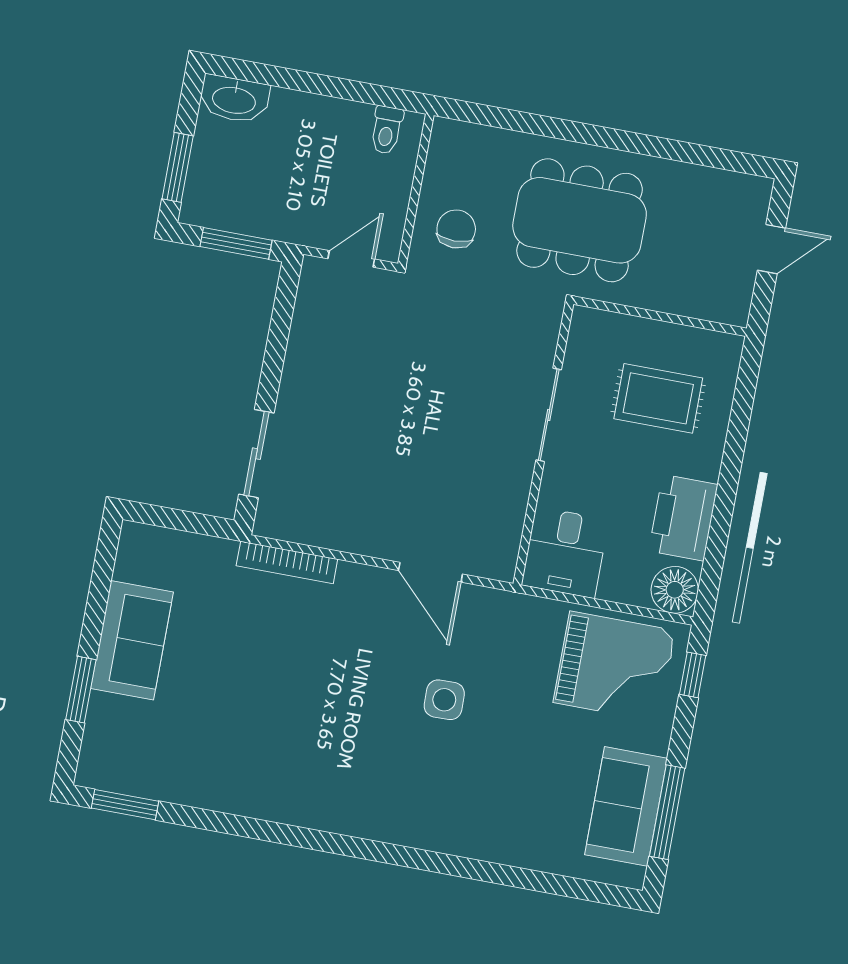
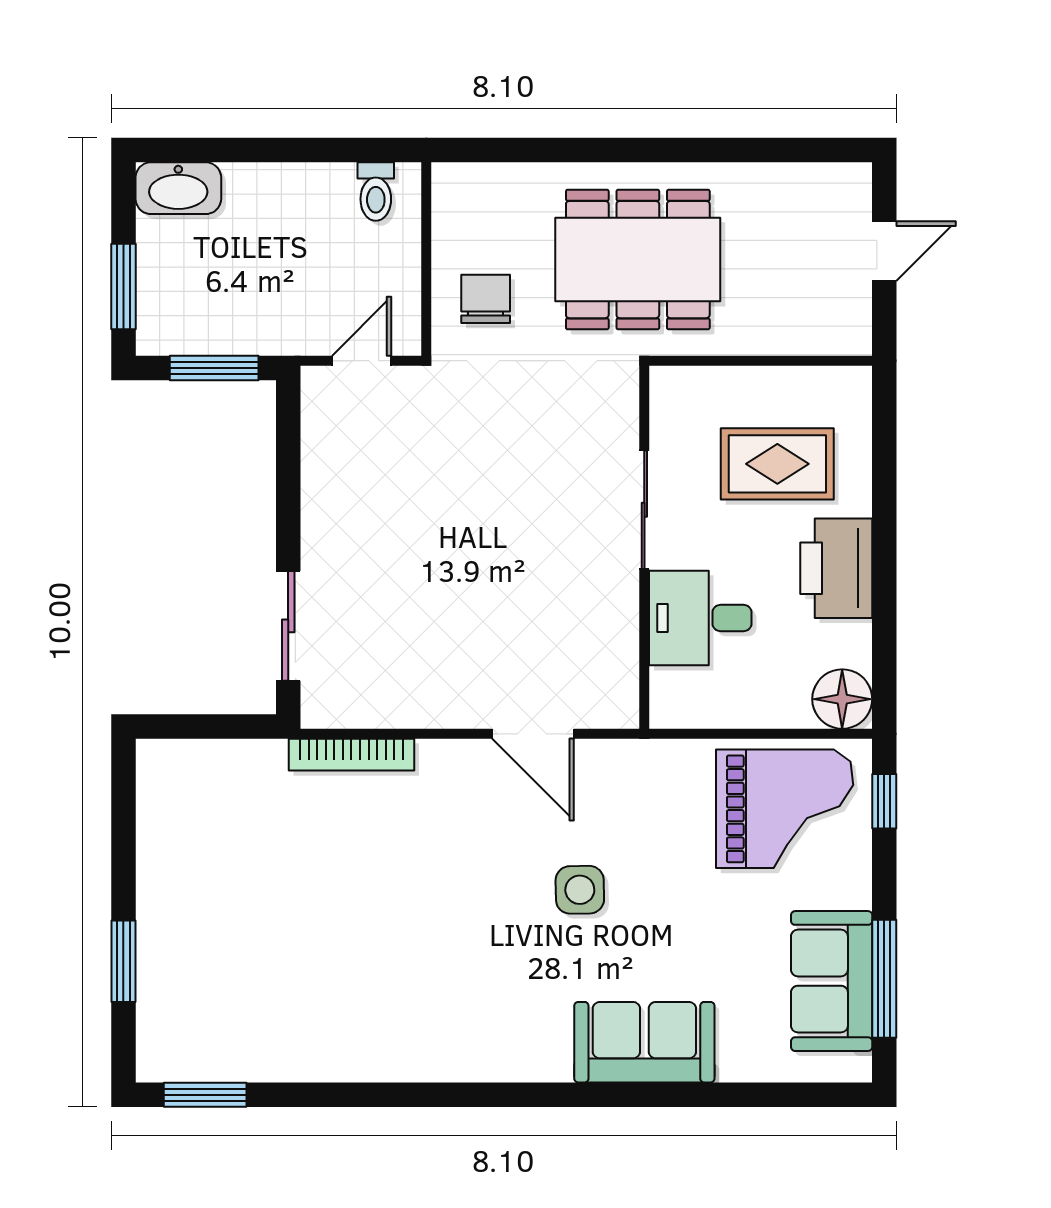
printer: (683, 518) -> (836, 568), moved
desk: (565, 552) -> (700, 618), moved, turned 90
sofa: (132, 640) -> (644, 1042), moved, turned -90

